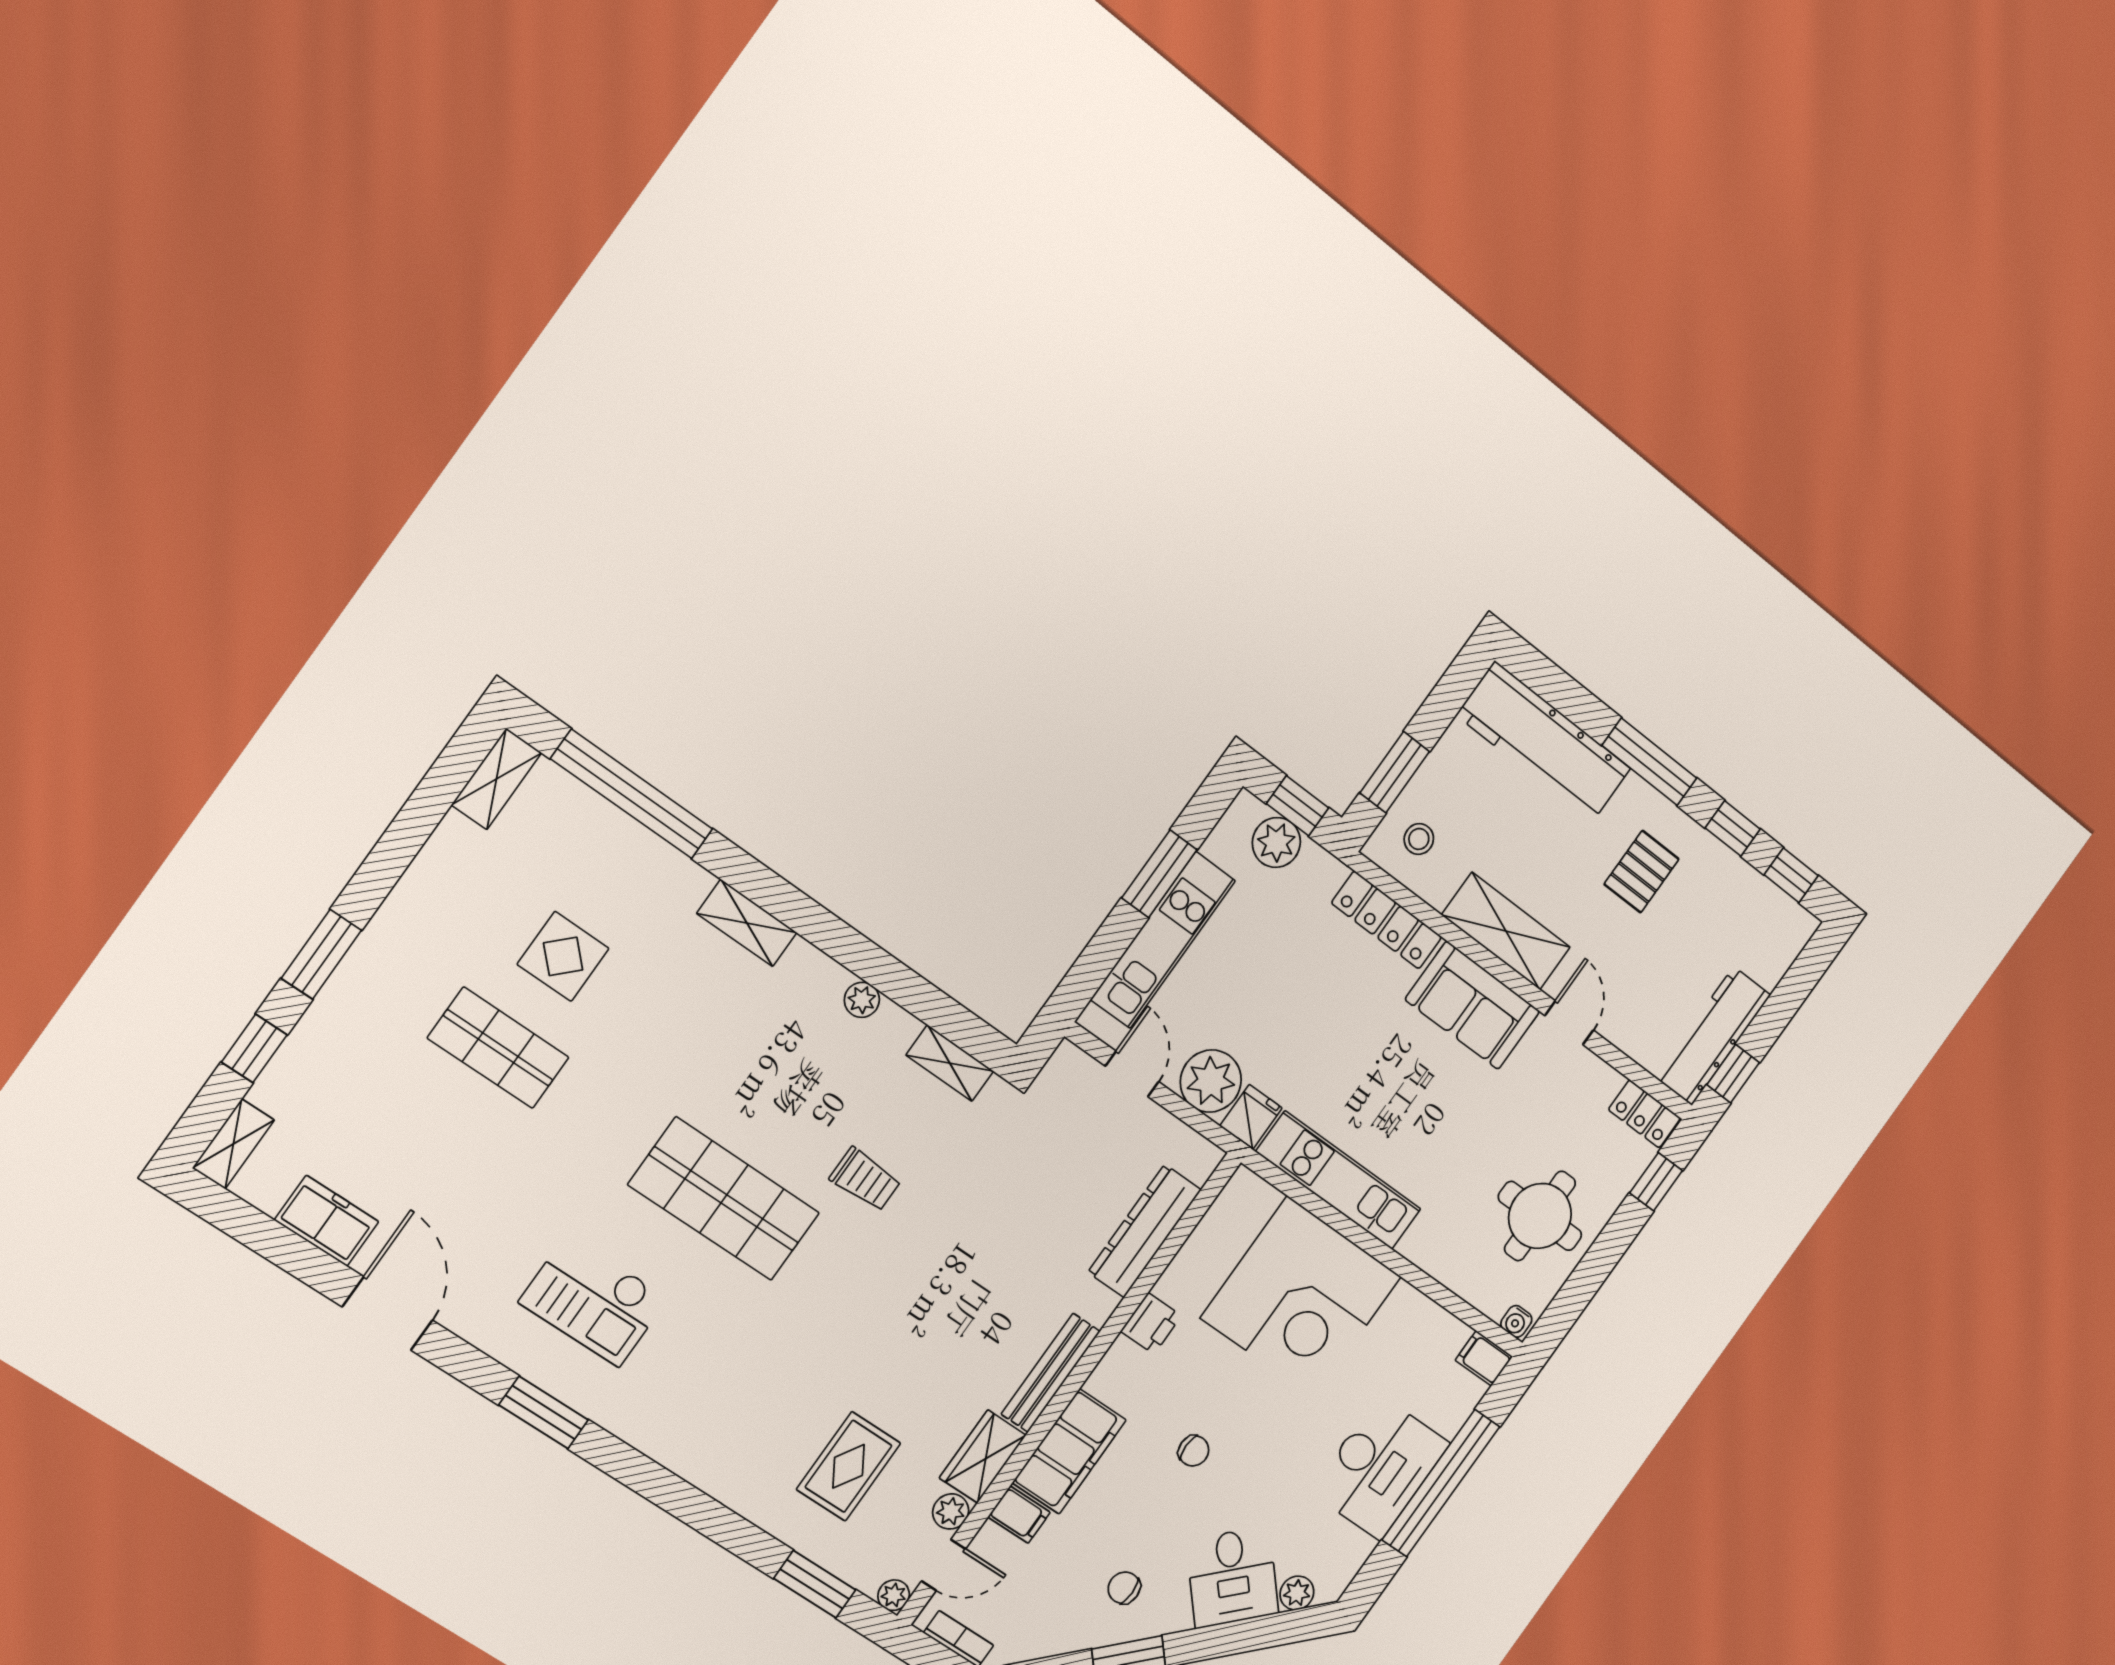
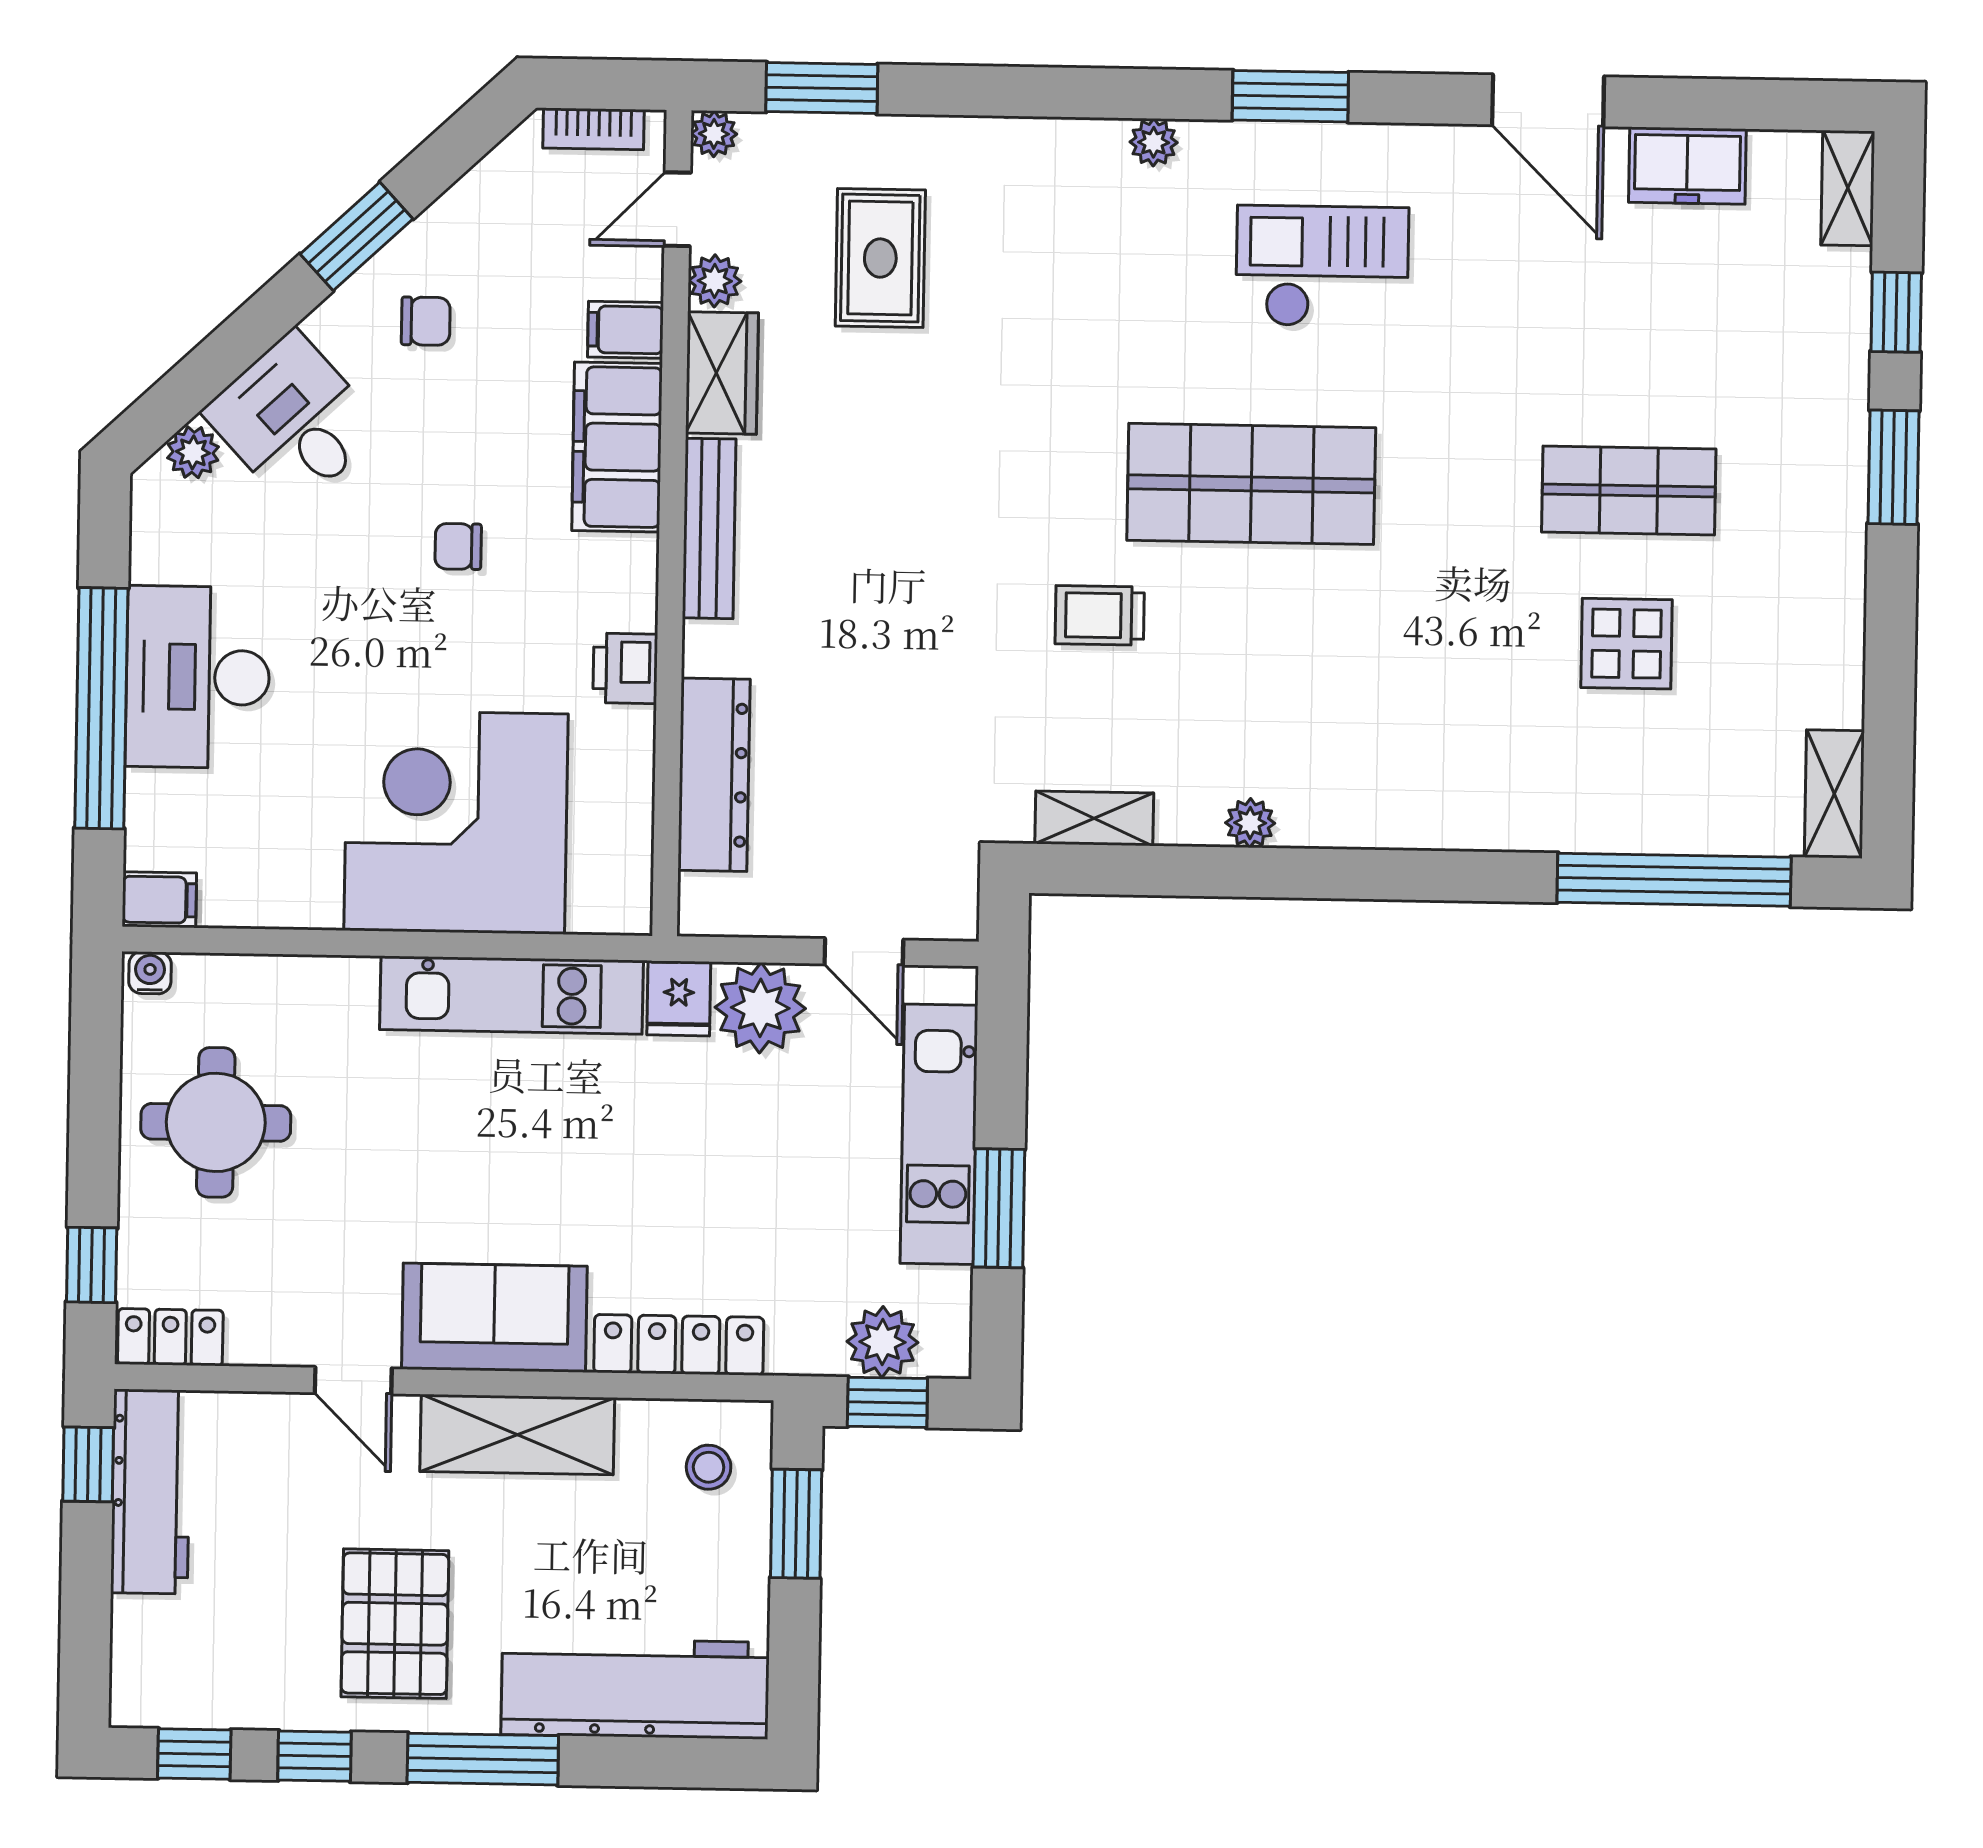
pallet: (1642, 872) -> (395, 1624), width x1.50, depth x1.42
shelving: (747, 923) -> (1445, 822), removed
plant: (644, 1435) -> (1154, 142), added

